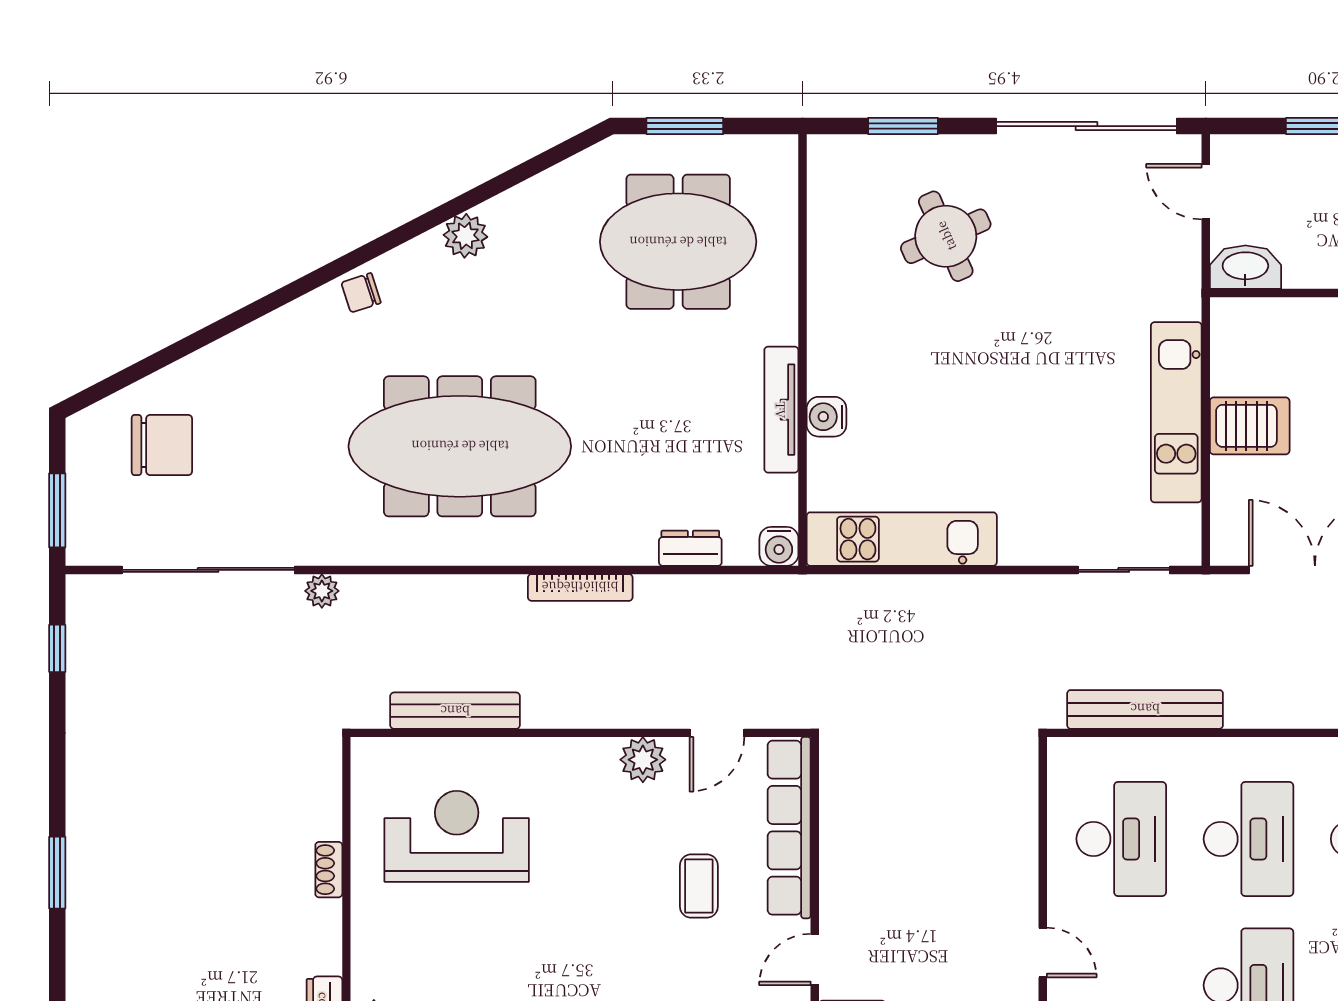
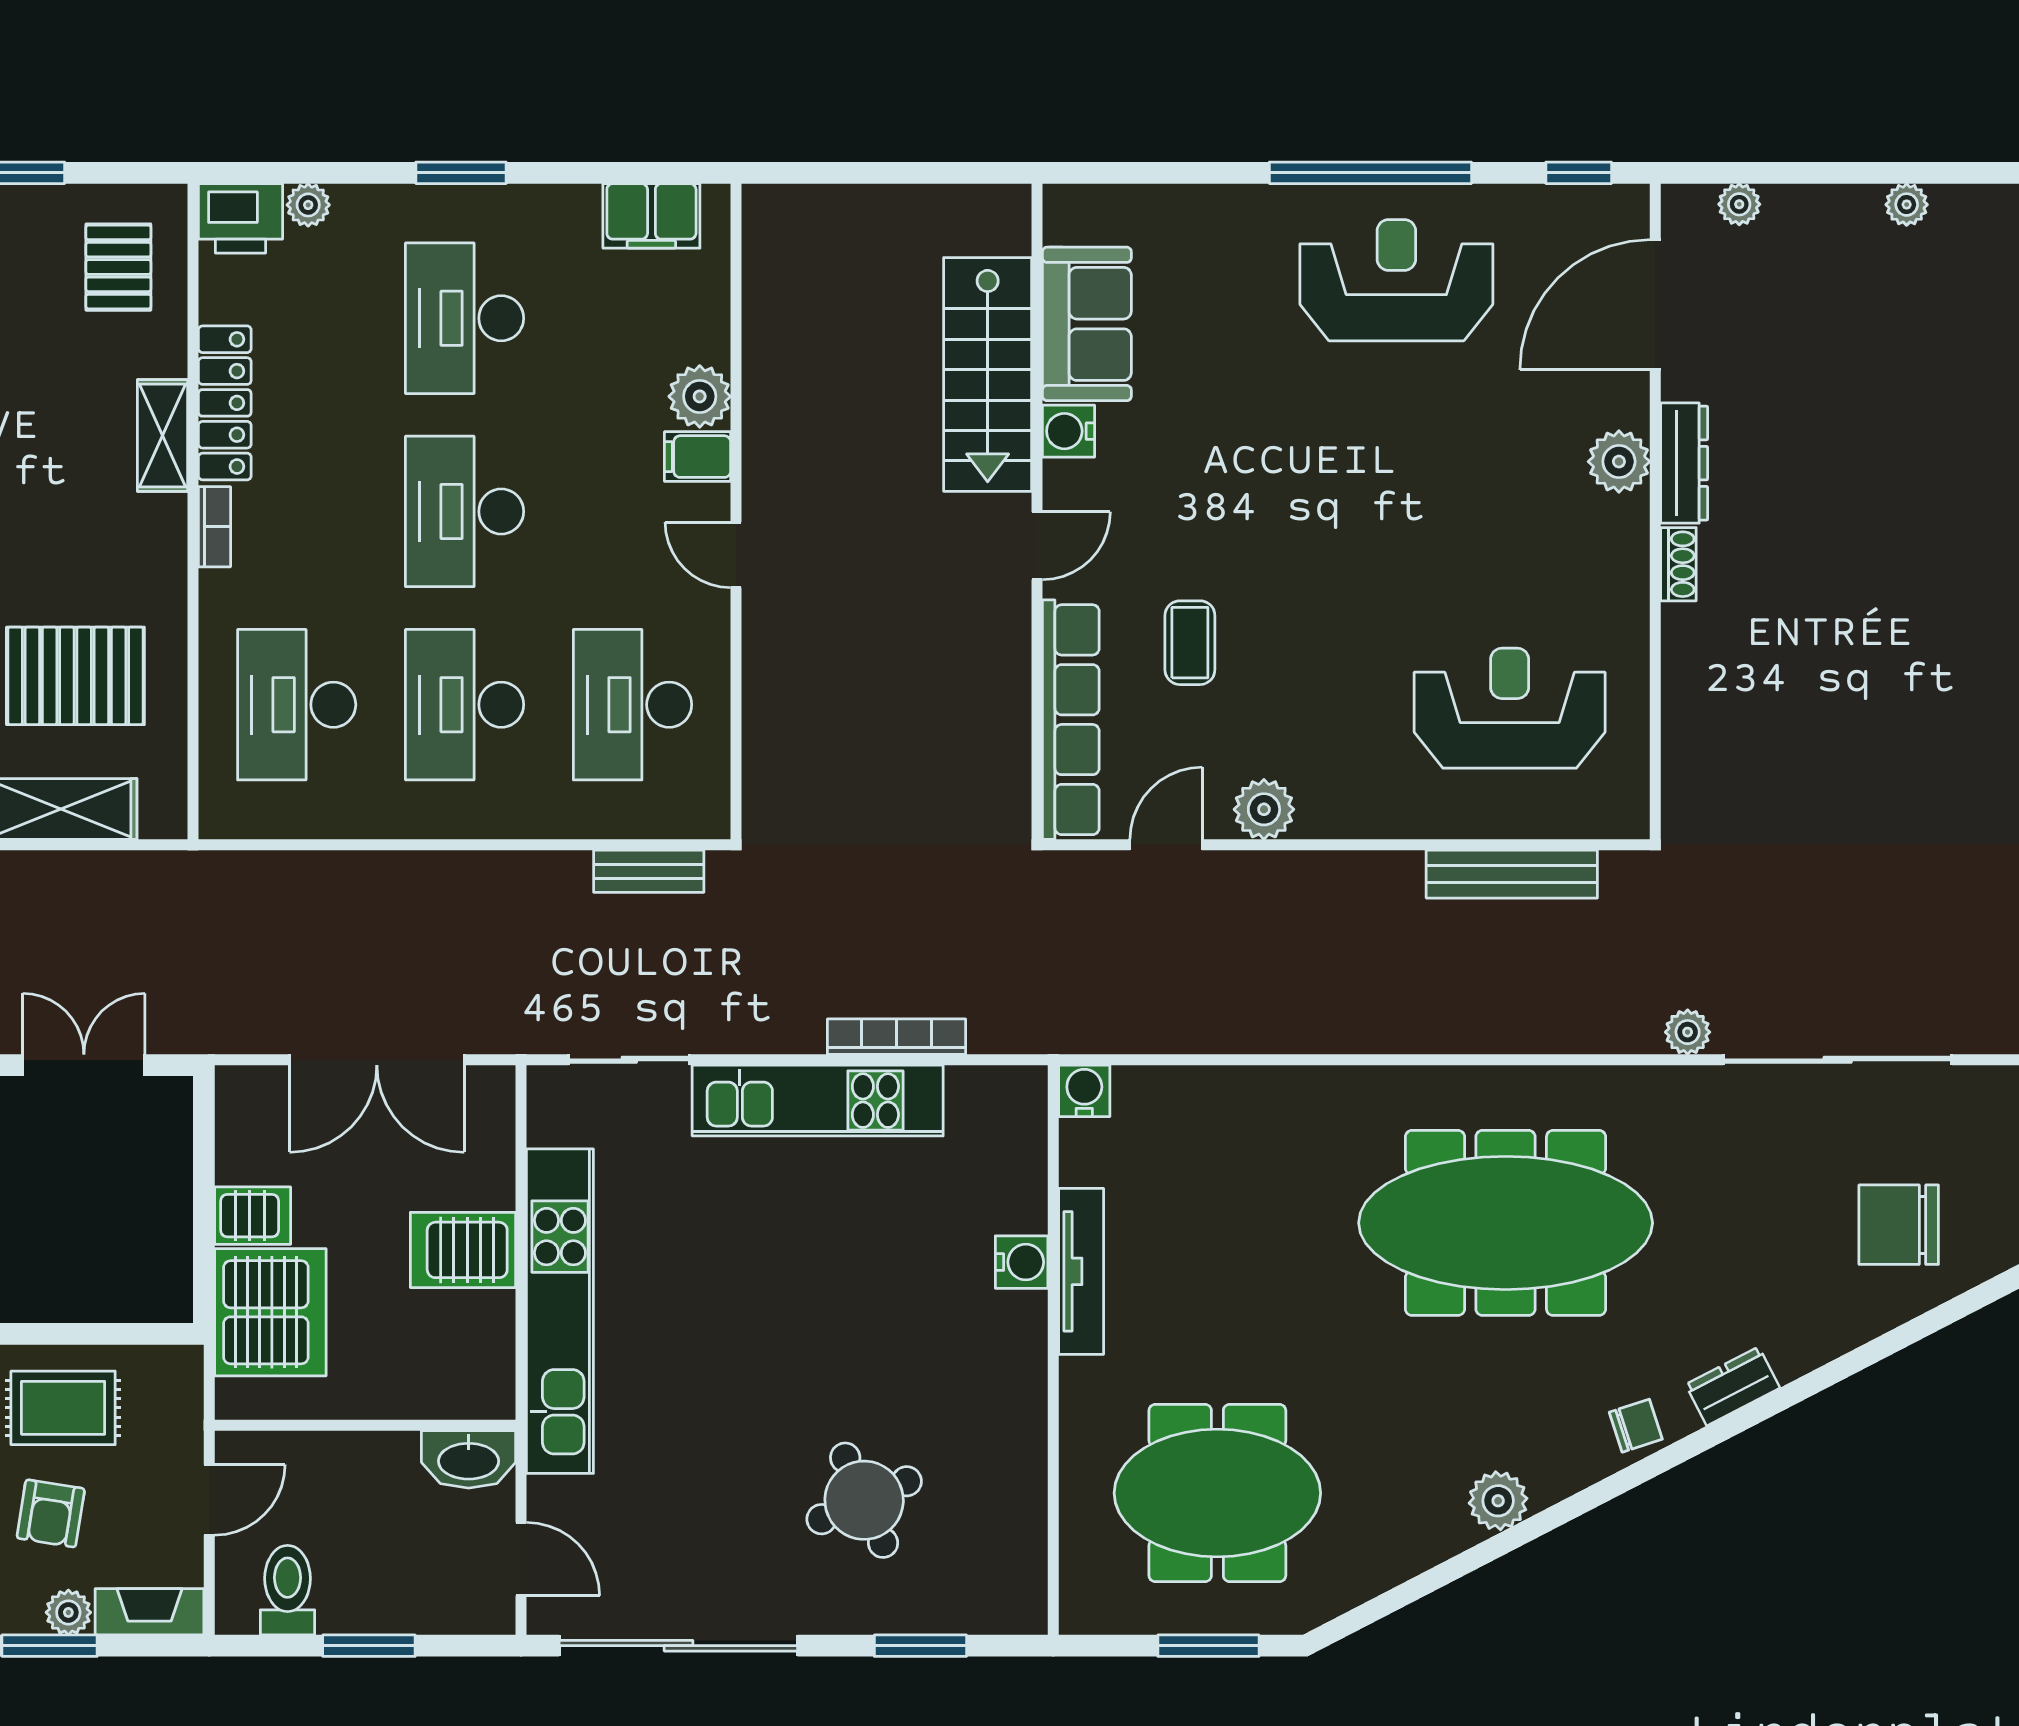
kitchen unit: (1176, 412) -> (560, 1311), width x1.36
kitchen unit: (902, 539) -> (818, 1101), moved
dresser: (690, 548) -> (1733, 1386), moved, turned 153
bookcase: (580, 587) -> (897, 1037), moved
bench: (1145, 709) -> (649, 871), width x0.54, depth x0.82
reception desk: (457, 836) -> (1510, 708), turned 180
shoe rack: (329, 870) -> (1678, 564), moved

